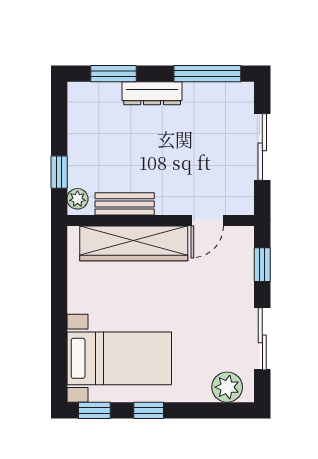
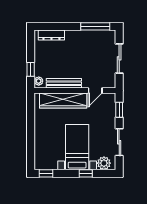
window: (114, 74) -> (54, 26), removed
dresser: (152, 93) -> (51, 35), moved
bench: (125, 204) -> (64, 83), width x1.36
bed with nightstands: (119, 358) -> (77, 147), moved, turned -90
window: (149, 410) -> (86, 173), moved

